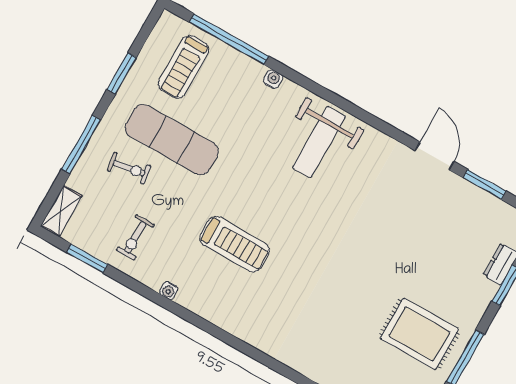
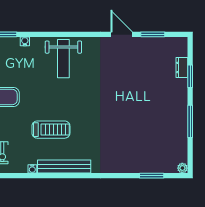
bench: (222, 316) -> (64, 167), added
rug: (419, 334) -> (162, 122), removed

